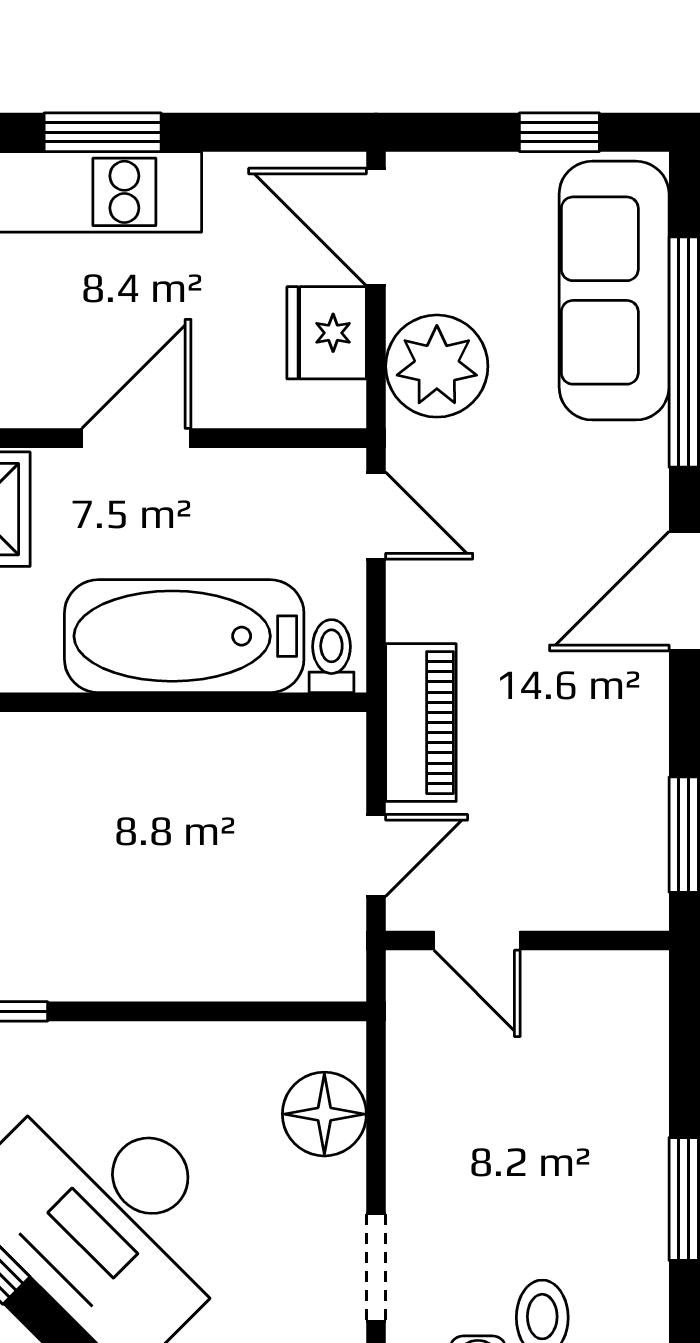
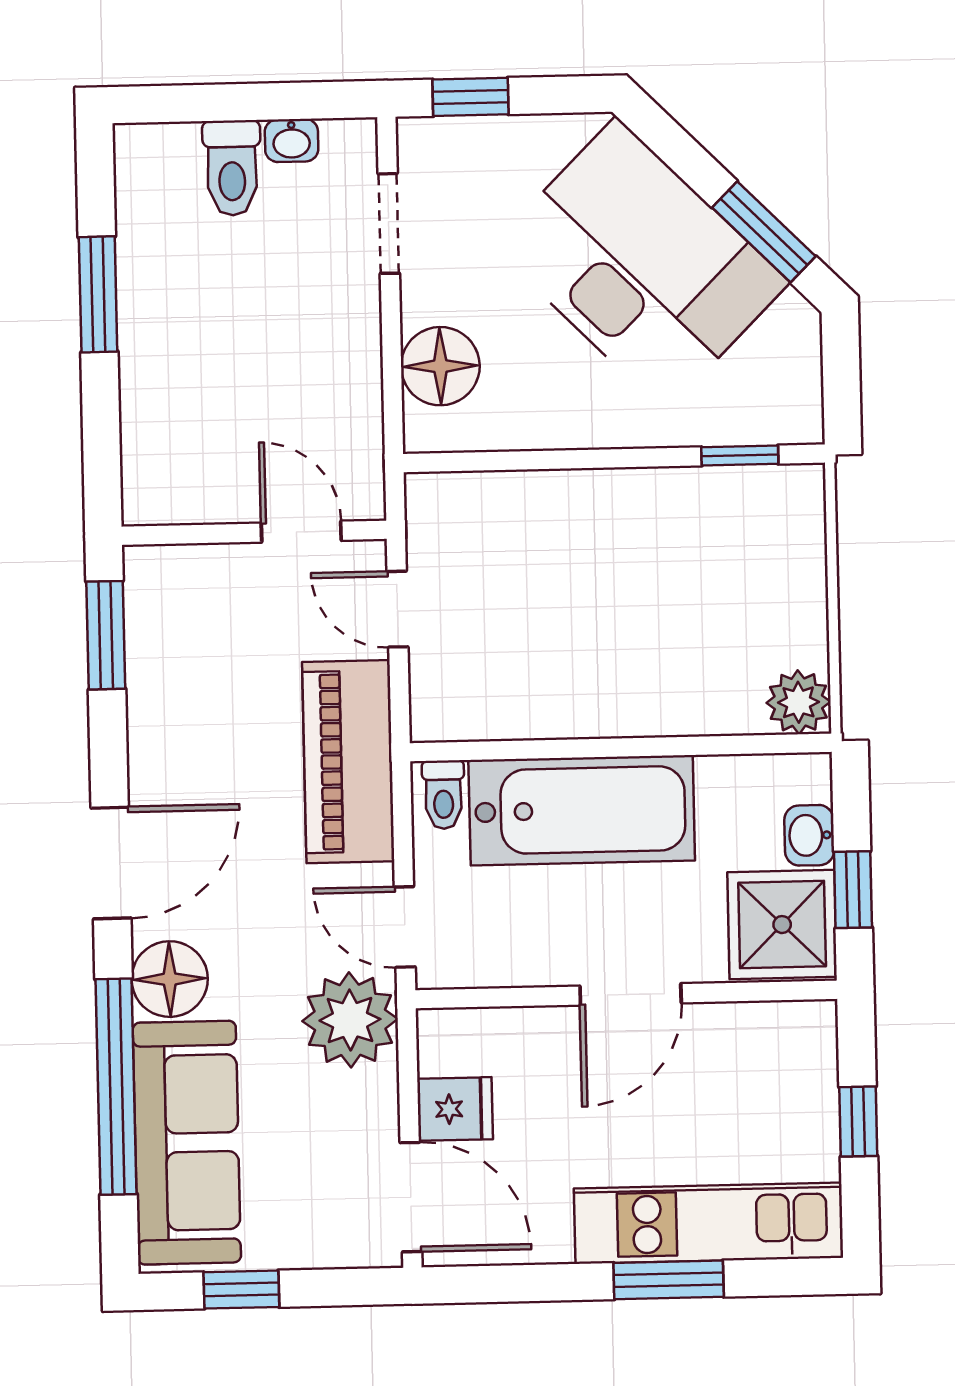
fridge: (327, 333) -> (455, 1109), width x0.72
plant: (437, 366) -> (350, 1020), moved
floor lamp: (628, 466) -> (170, 979), added
piano: (421, 723) -> (348, 762), width x1.37, depth x1.33
door: (376, 855) -> (398, 609), hinge flipped

